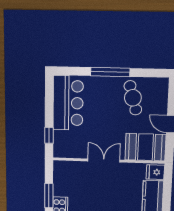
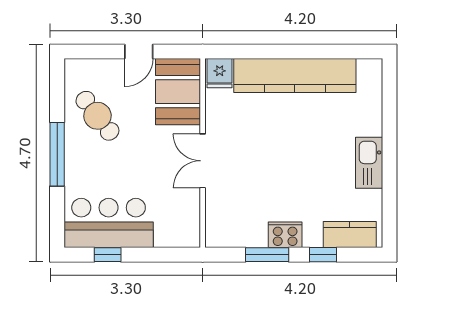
cafe table: (133, 98) -> (97, 116), turned 68
window: (49, 135) -> (108, 255), moved

